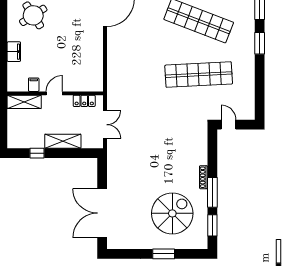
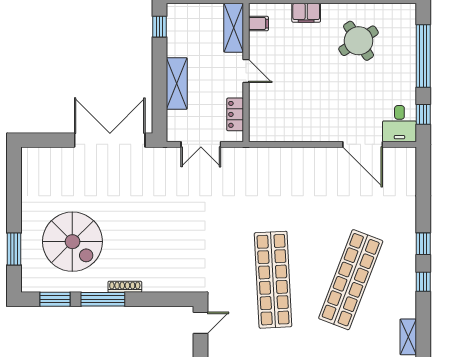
filing cabinet: (34, 85) -> (258, 24), moved
window: (37, 153) -> (160, 27), moved
double door: (102, 213) -> (110, 140), moved
window: (164, 254) -> (14, 249), moved

